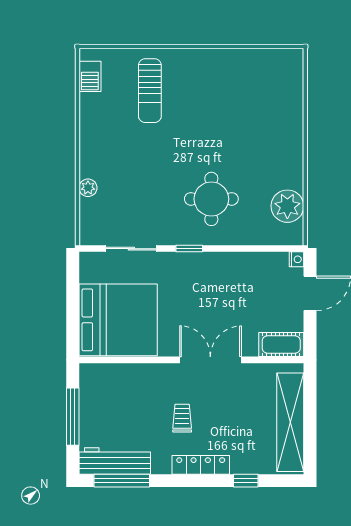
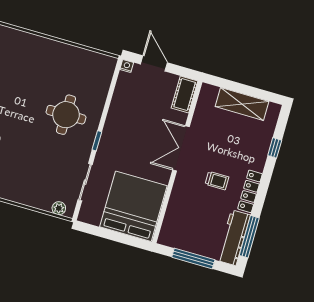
plant: (88, 188) -> (59, 208), moved
plant: (287, 206) -> (87, 62), removed
trolley: (182, 418) -> (217, 181), turned 180
shelving: (290, 422) -> (242, 104), width x0.68
locker: (201, 465) -> (250, 191), moved

